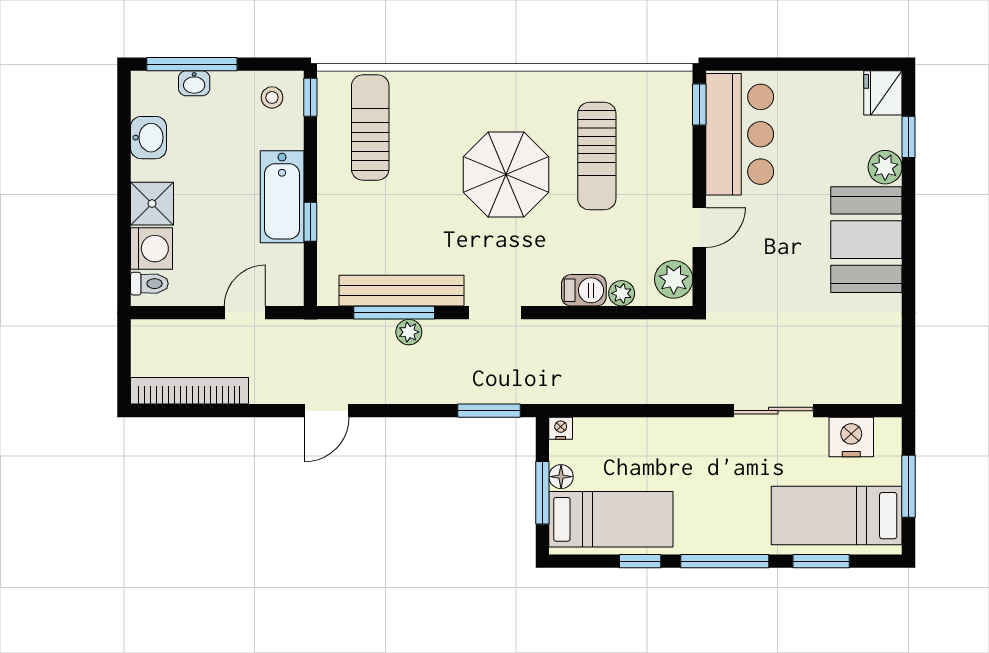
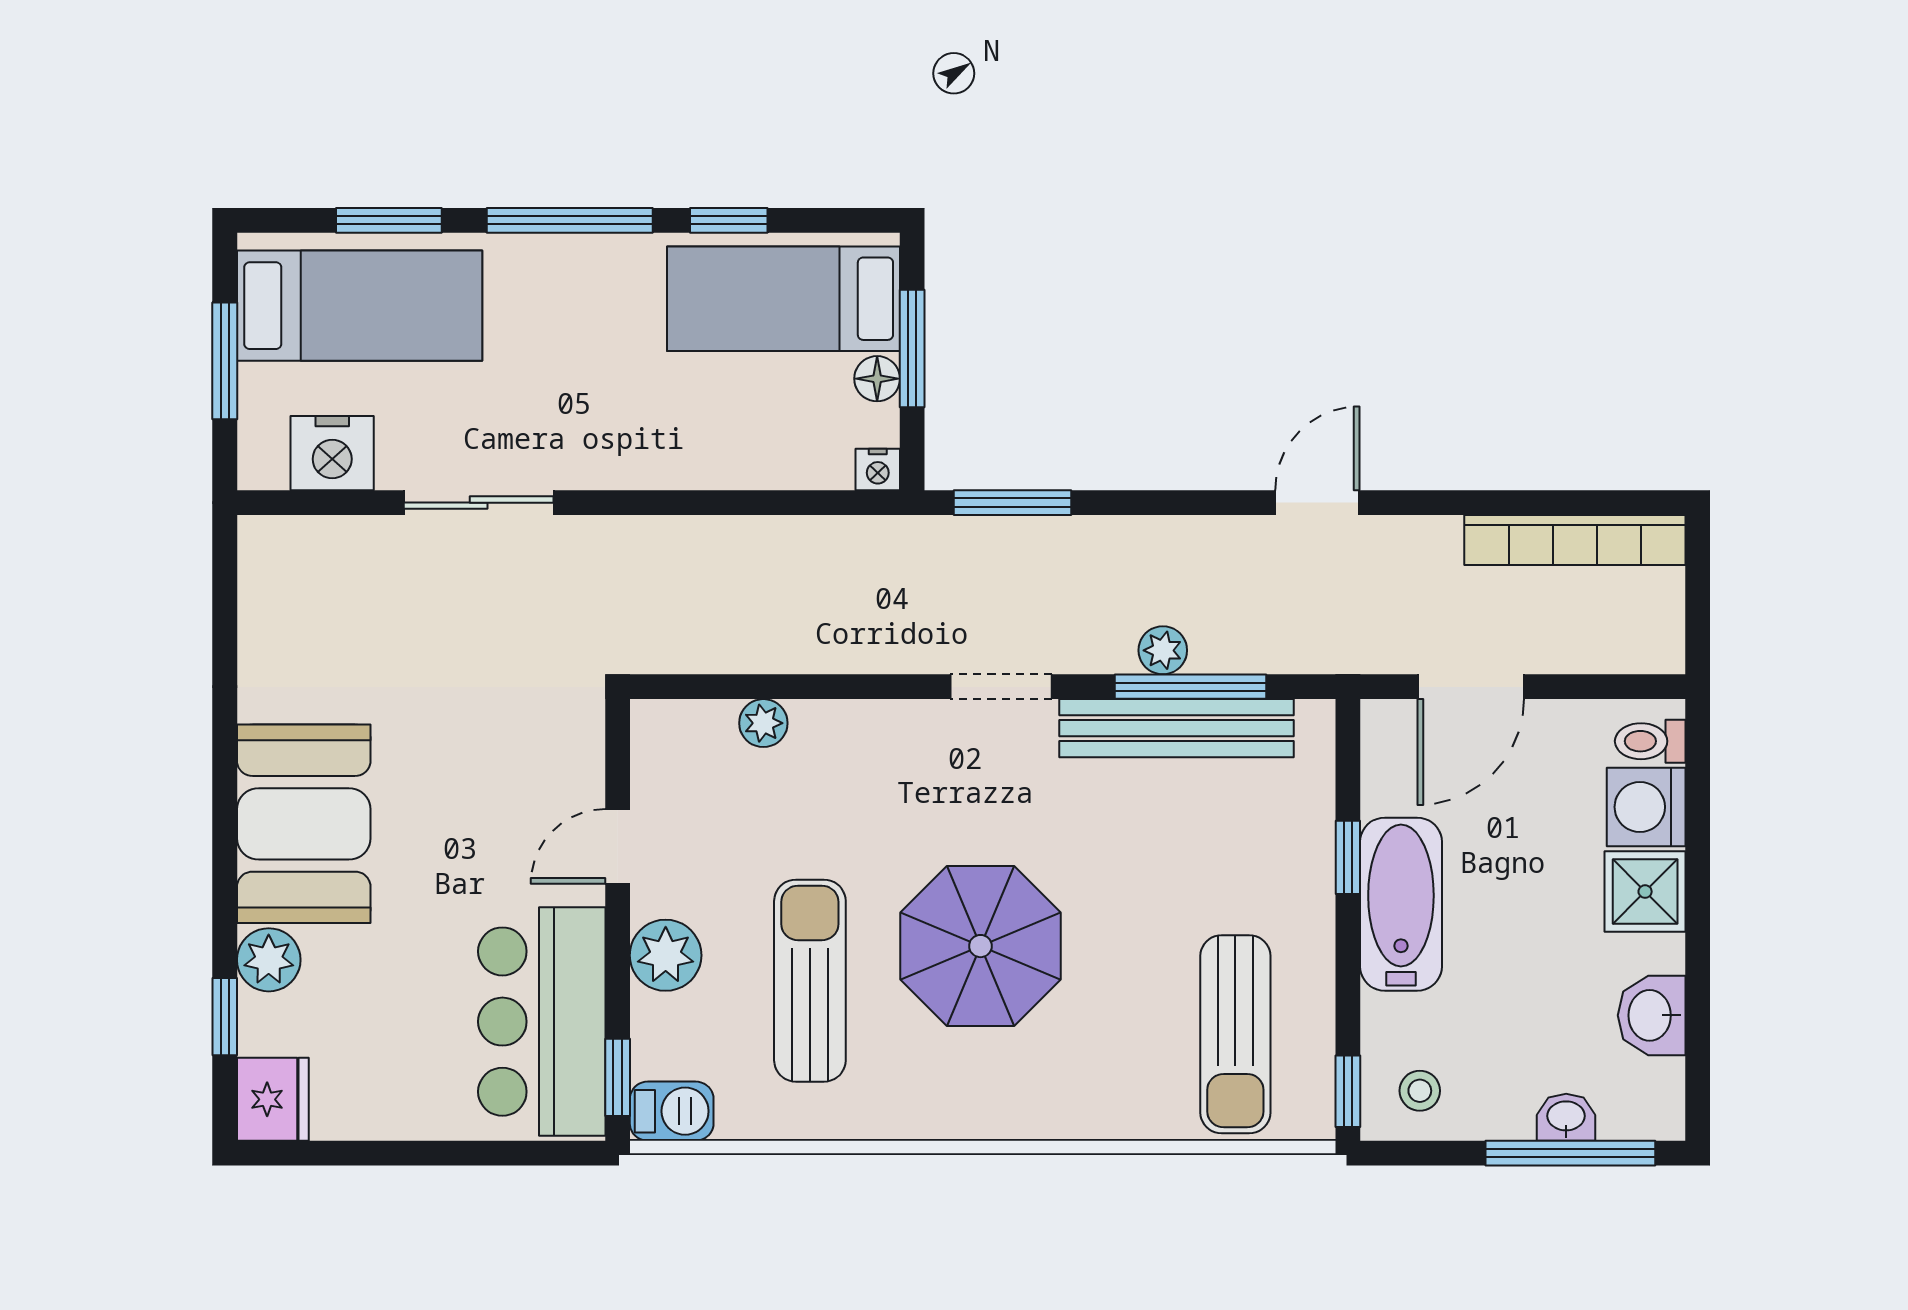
plant: (674, 279) -> (666, 955), moved
barbecue: (584, 290) -> (672, 1111), moved, turned 180
door: (245, 313) -> (1471, 687), width x1.38

